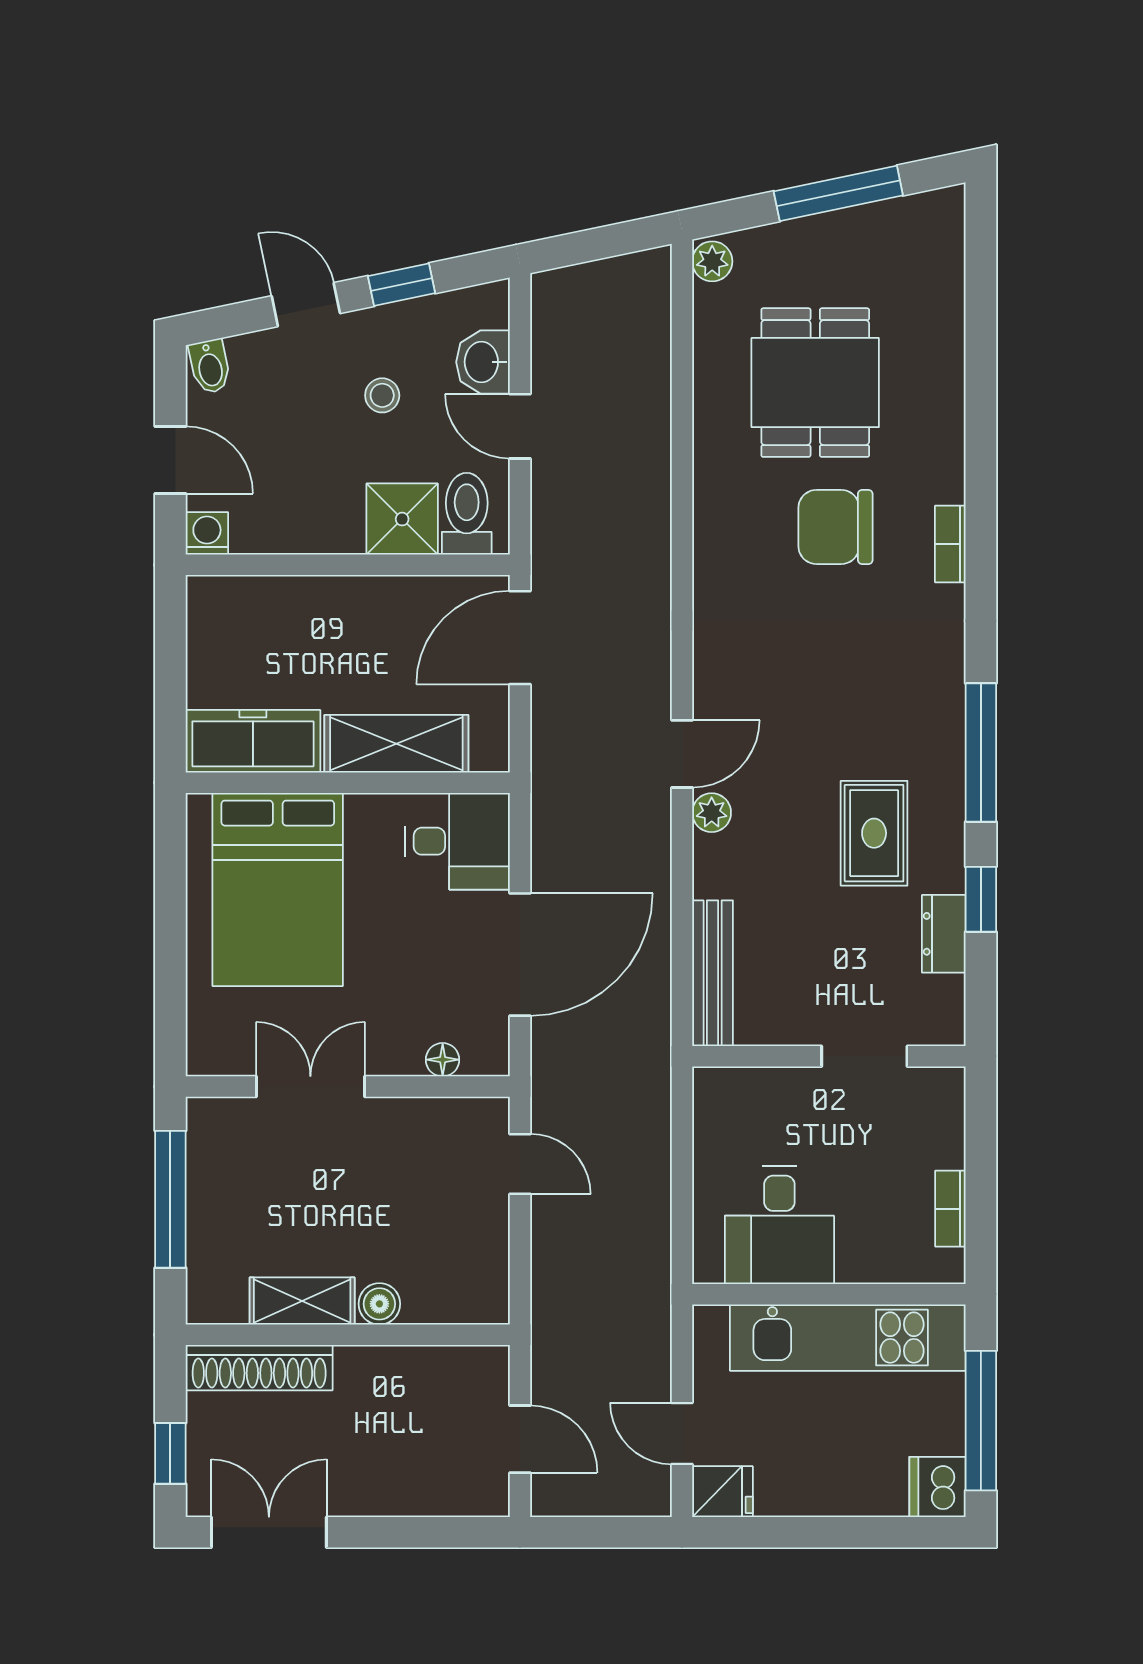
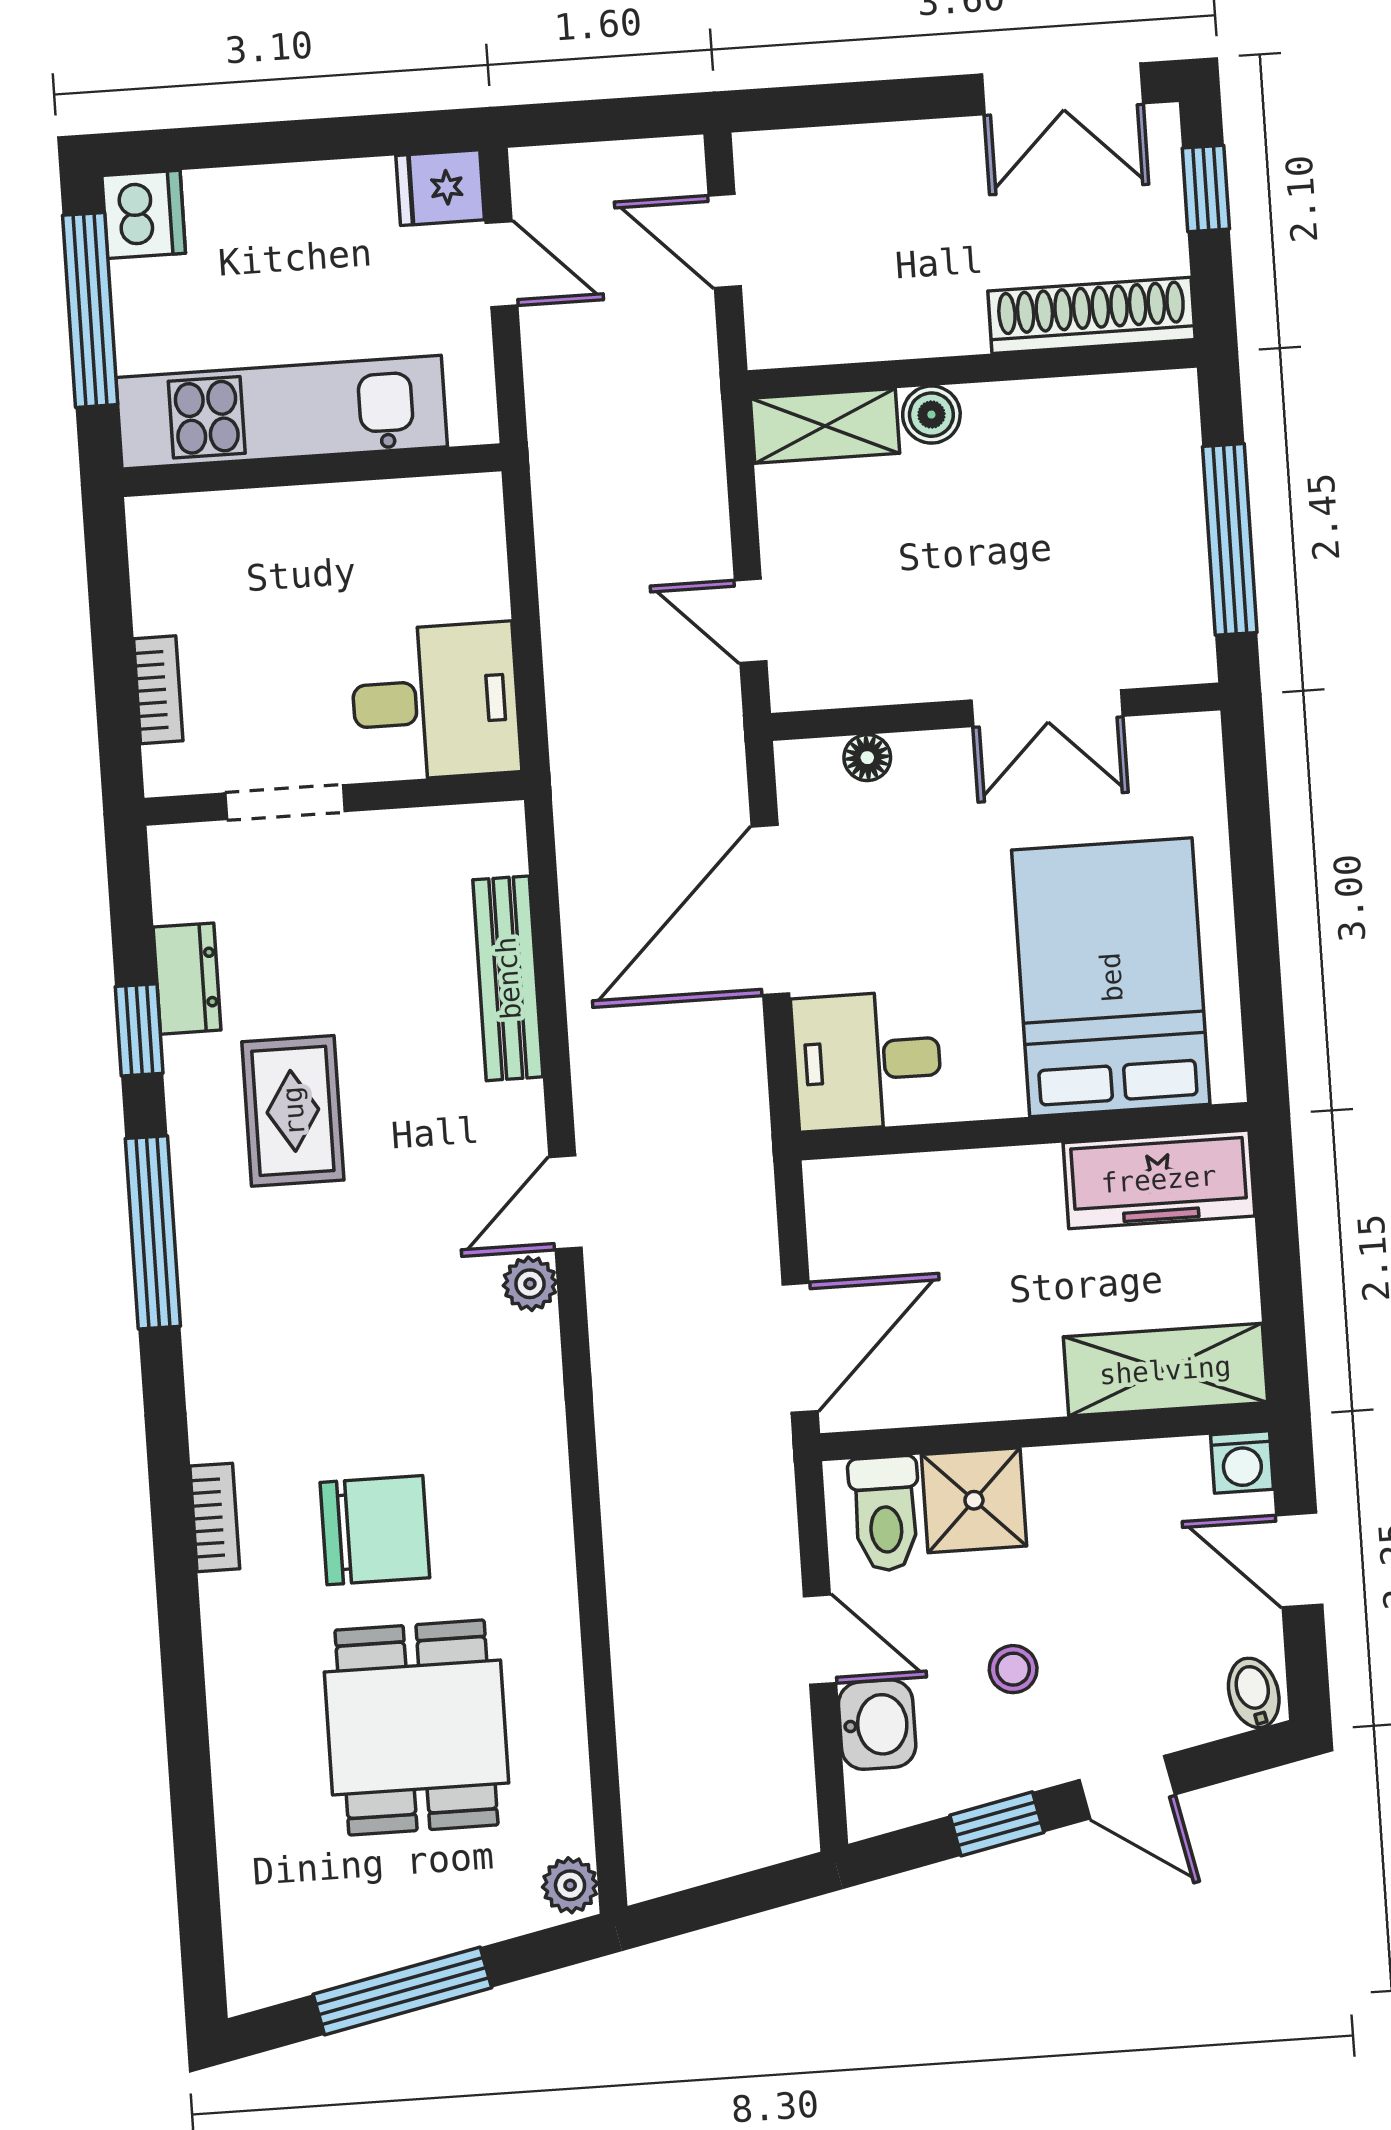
shelving: (396, 744) -> (1165, 1370), moved
plant: (712, 813) -> (530, 1284), moved
bench: (713, 973) -> (508, 978), moved
bookcase: (950, 1209) -> (158, 690), moved
desk: (779, 1225) -> (435, 702), moved, turned 90
shelving: (302, 1301) -> (825, 426), moved

